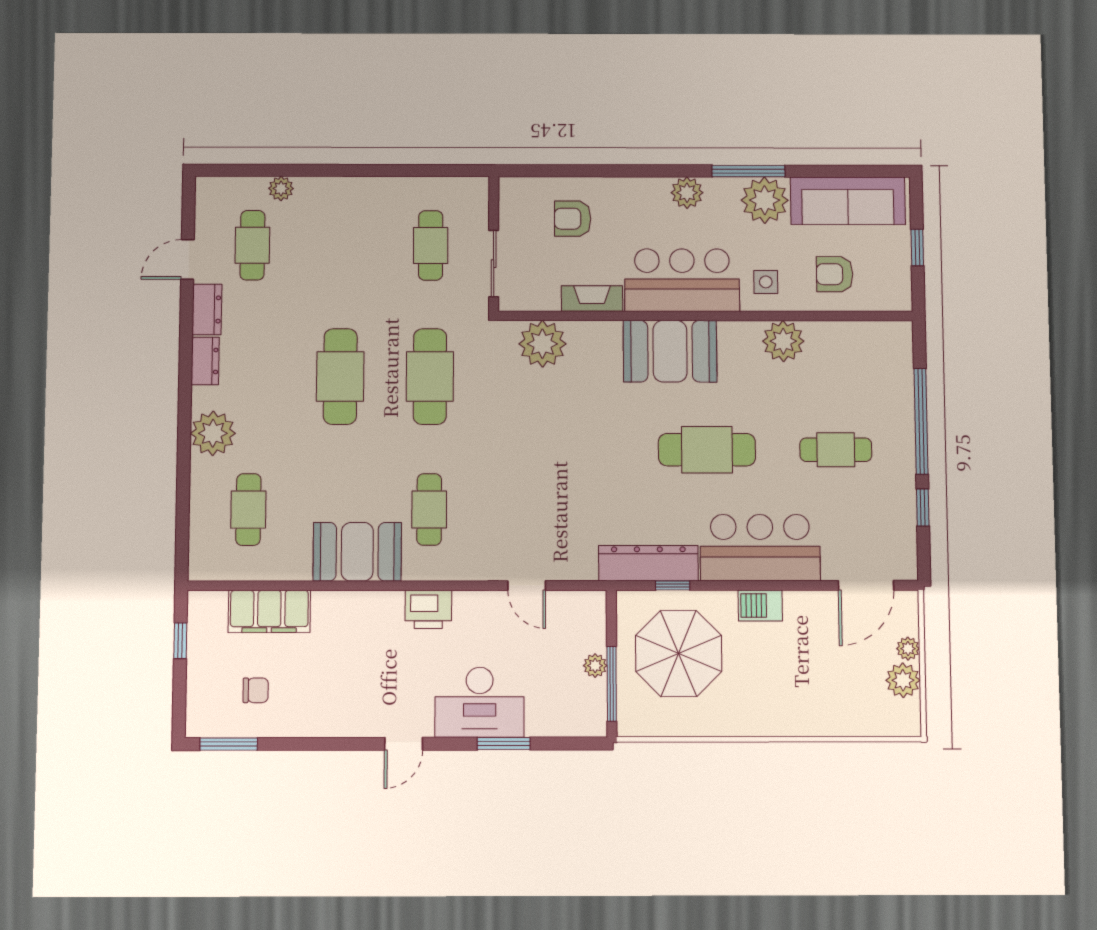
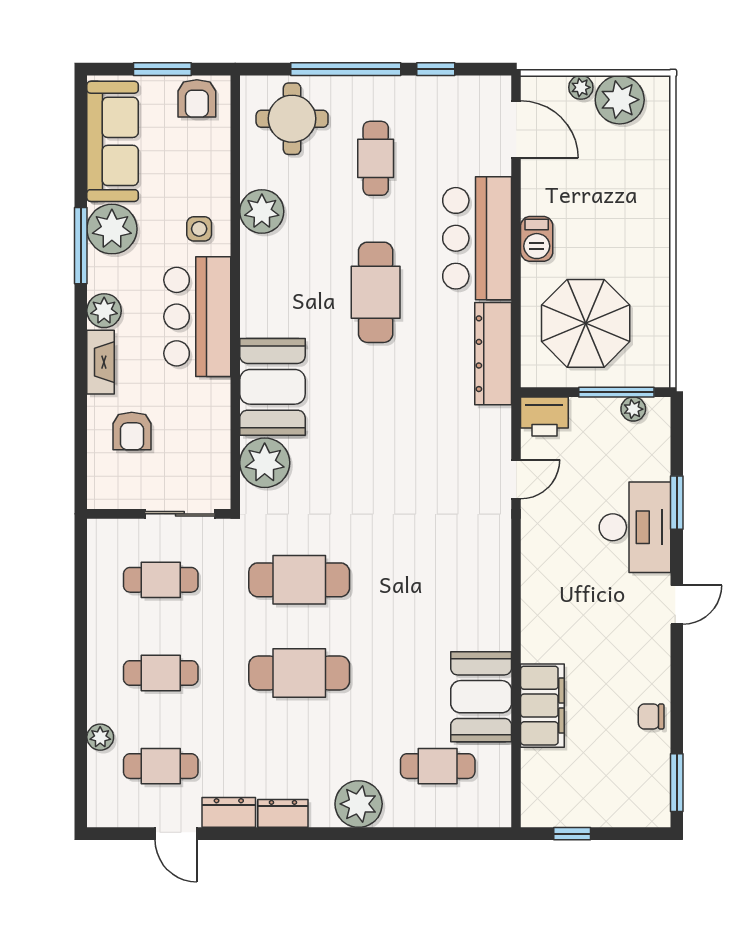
window: (917, 248) -> (162, 69), width x1.50
armchair: (835, 274) -> (197, 98), moved
fireplace: (592, 299) -> (101, 362), moved, turned 180
booth: (670, 351) -> (272, 387), moved
round table: (872, 370) -> (292, 119), added
cafe table: (429, 509) -> (161, 673), moved
booth: (357, 552) -> (481, 697), moved
window: (673, 585) -> (516, 329), removed
printer: (428, 609) -> (544, 416), moved, turned 90
filing cabinet: (269, 612) -> (542, 706), moved
plant: (595, 666) -> (633, 409), moved
plant: (903, 680) -> (620, 100), width x1.36, depth x1.36
chair: (256, 690) -> (651, 716), moved, turned -90
door: (404, 744) -> (677, 605), hinge flipped

